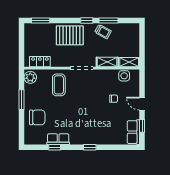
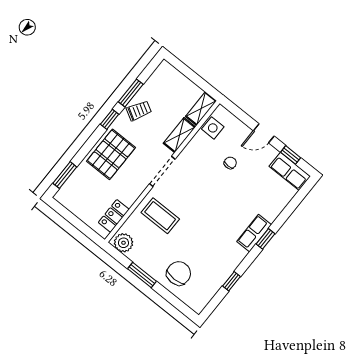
row of seats: (58, 139) -> (254, 233), moved

